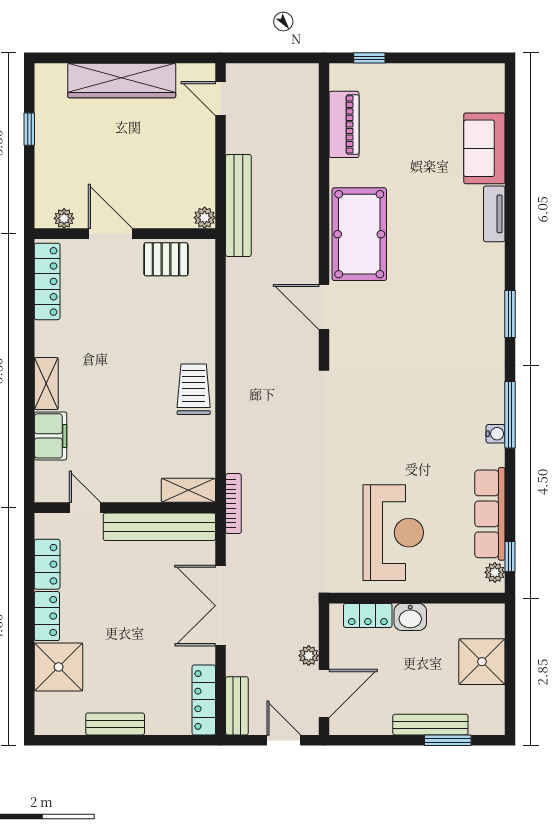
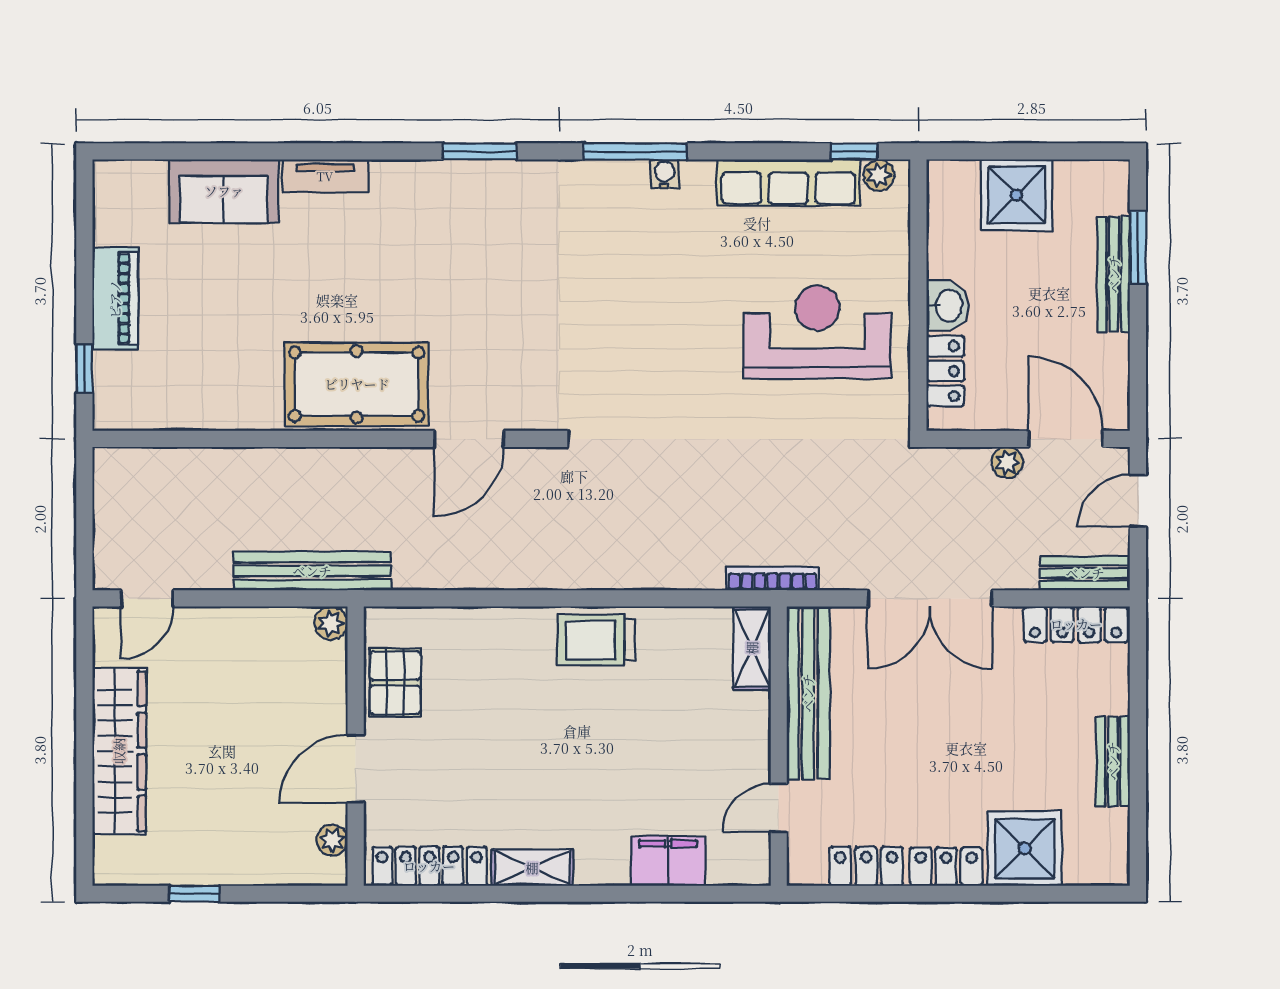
piano: (344, 124) -> (115, 299), moved, turned 90
shelving: (46, 384) -> (532, 868), moved

